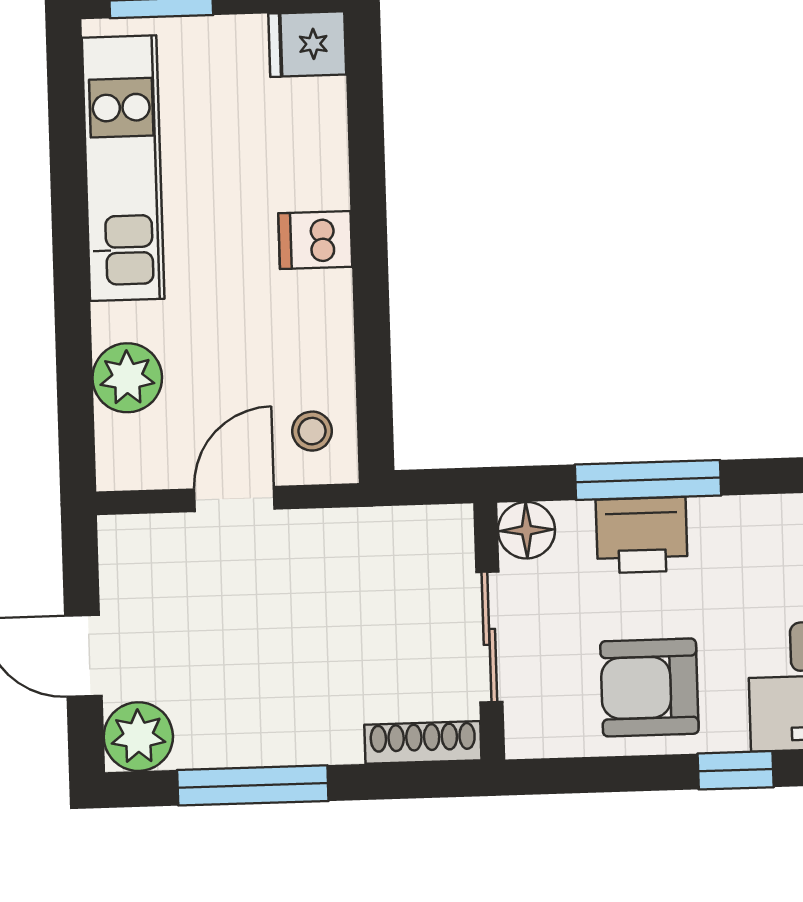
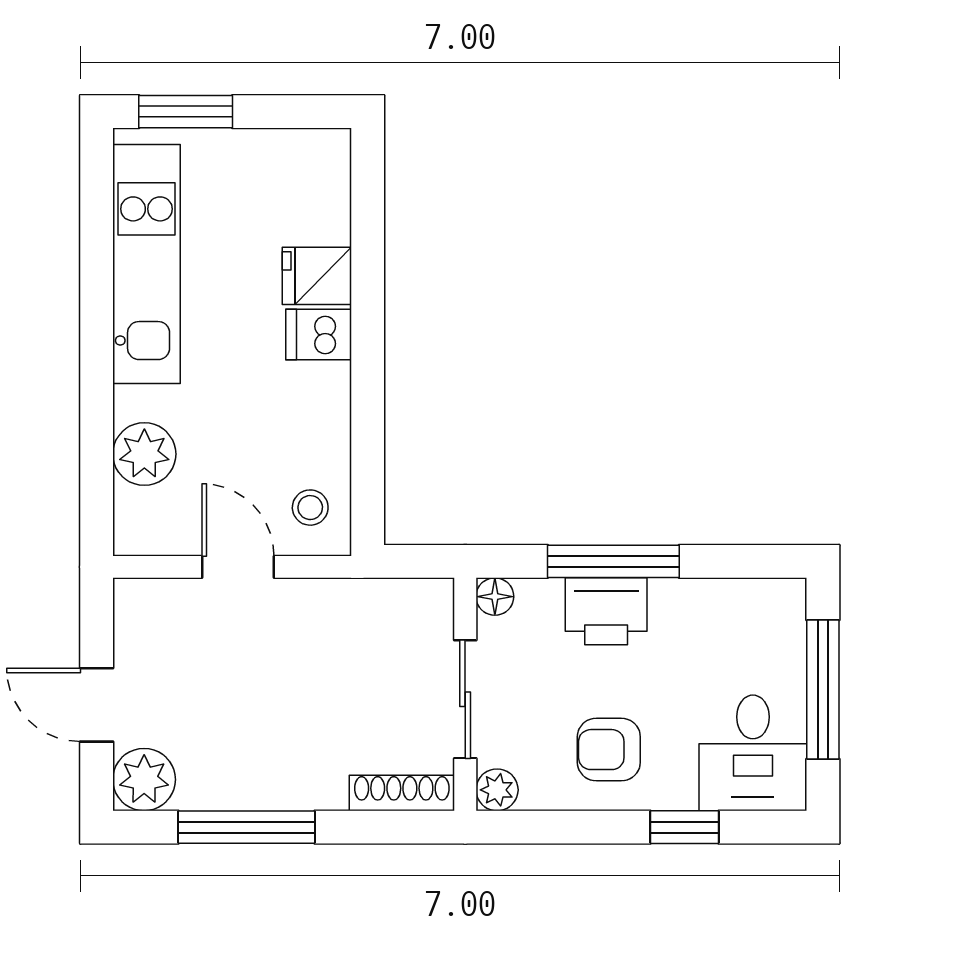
fridge: (307, 44) -> (317, 276), moved
door: (234, 499) -> (238, 567), hinge flipped
floor lamp: (526, 530) -> (495, 597), width x0.73, depth x0.73
armchair: (649, 687) -> (609, 750), width x0.72, depth x0.72
plant: (528, 736) -> (497, 790), added

